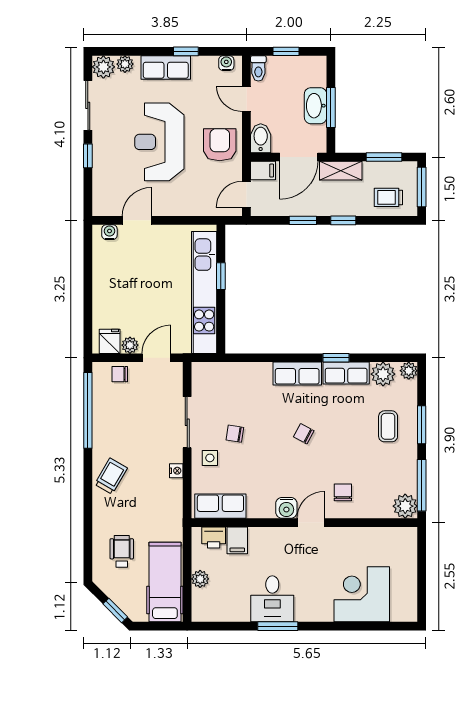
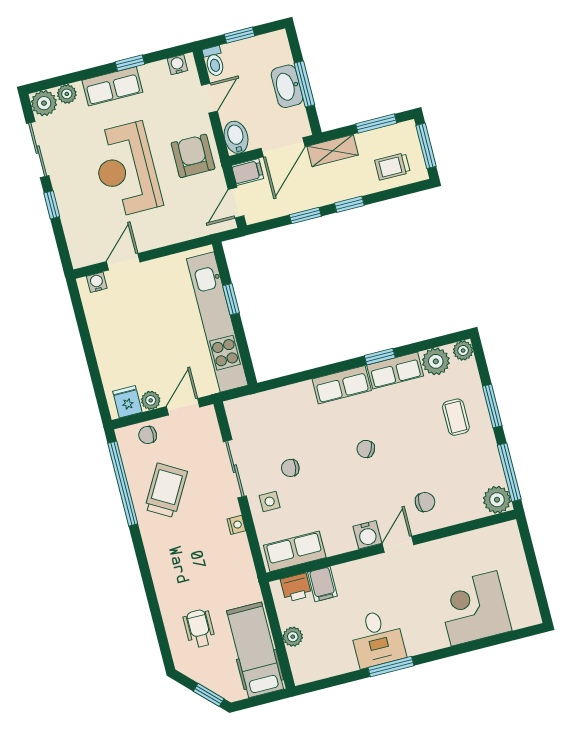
door: (246, 99) -> (209, 98), swing flipped
trolley: (111, 476) -> (166, 490), moved, width x1.36, depth x1.39
chair: (343, 492) -> (425, 502), turned 90

